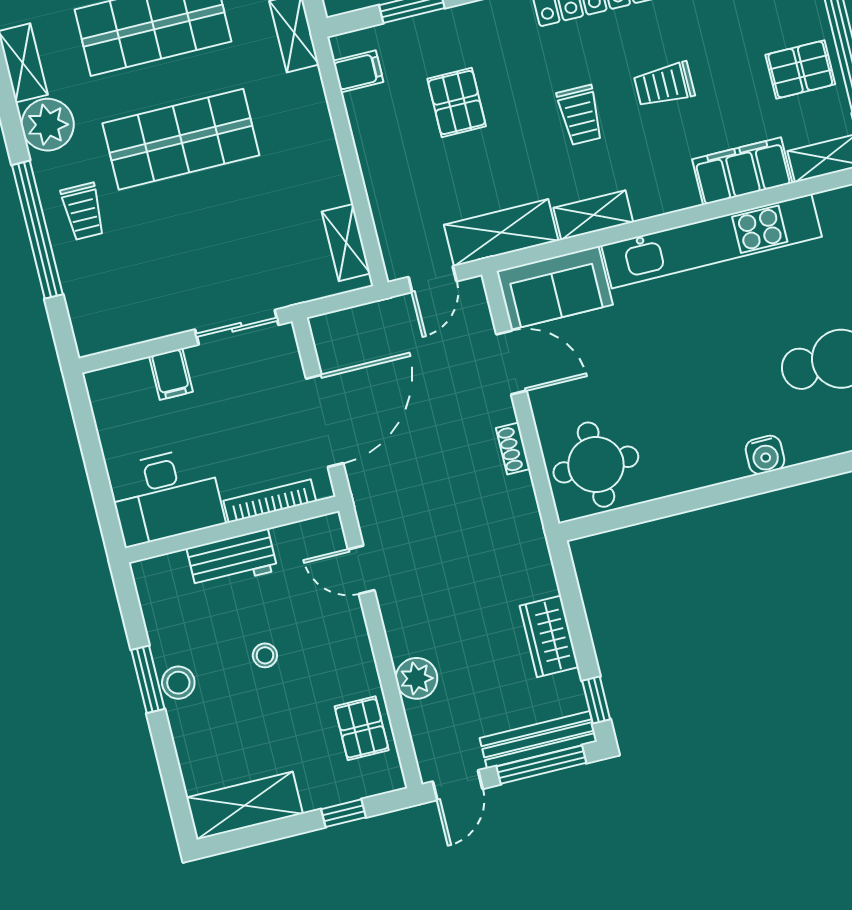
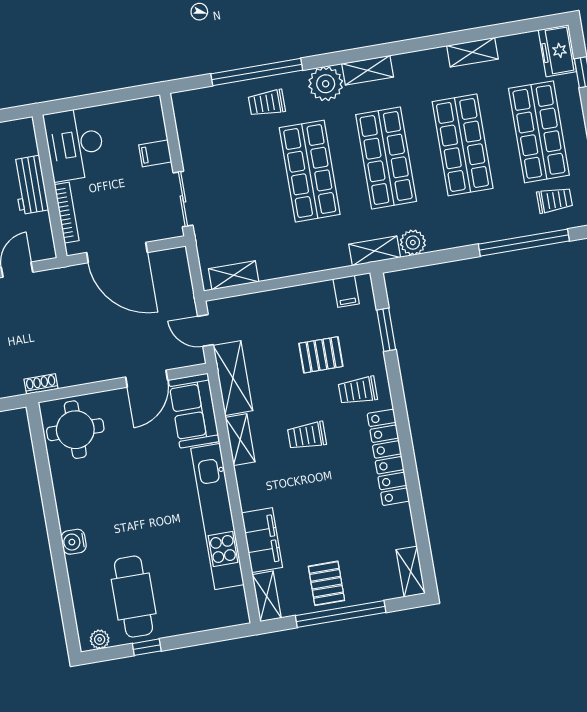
trolley: (664, 85) -> (358, 391), moved, turned -90
shoe rack: (513, 448) -> (41, 384), moved

